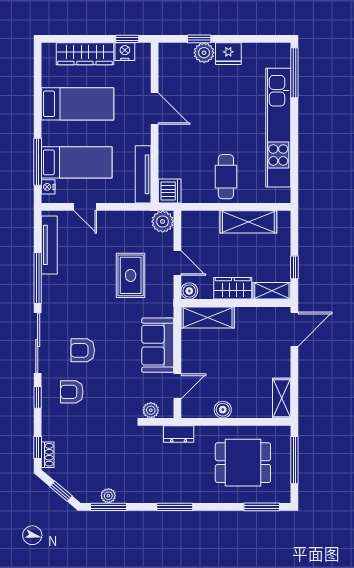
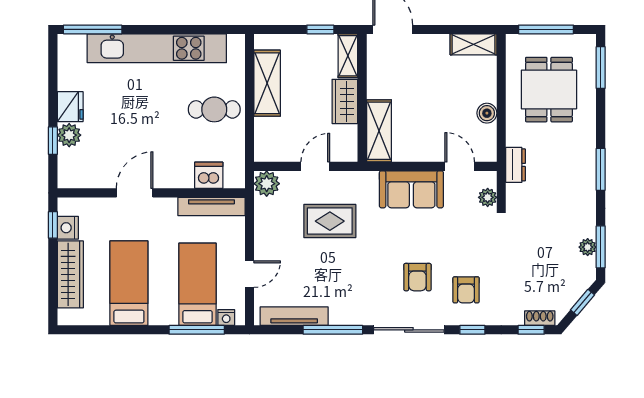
dishwasher: (170, 191) -> (209, 175), moved
boiler: (189, 291) -> (348, 152), removed

